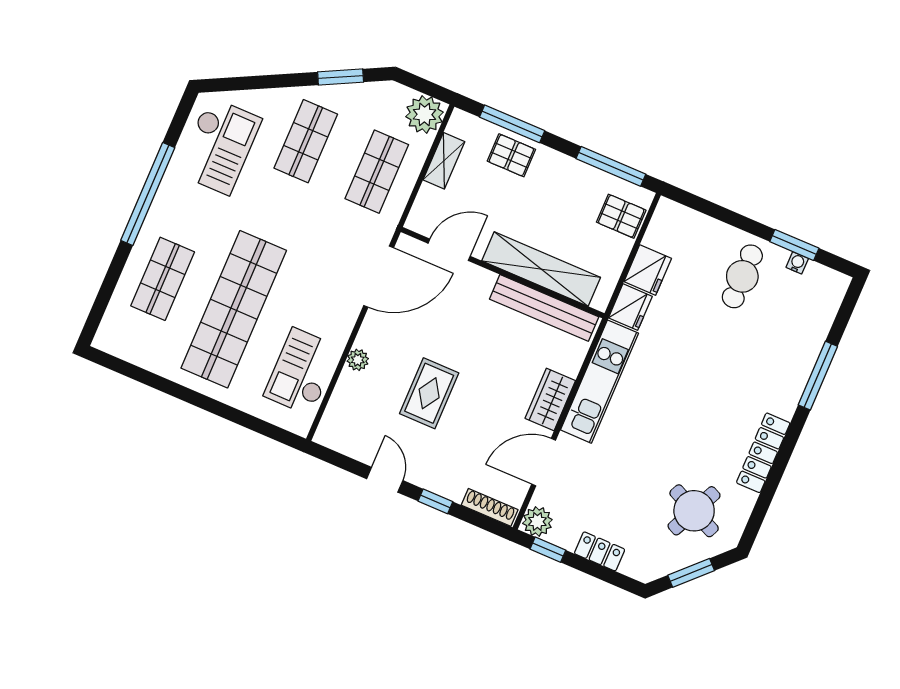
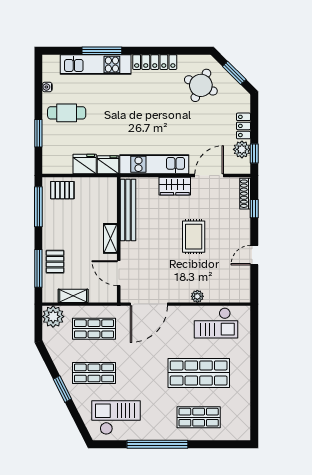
window: (341, 77) -> (62, 389), moved
pallet: (621, 216) -> (62, 190), turned 90
window: (794, 245) -> (38, 133), moved
shelving: (541, 269) -> (110, 238), width x0.45, depth x0.75
door: (379, 277) -> (149, 304), swing flipped
shop shelf: (234, 309) -> (199, 373), width x0.71
kitchen unit: (800, 356) -> (96, 65), added
rug: (429, 393) -> (194, 237), moved, turned 90
door: (544, 462) -> (209, 176), swing flipped
window: (435, 501) -> (254, 209), moved
plant: (537, 521) -> (242, 149), moved

